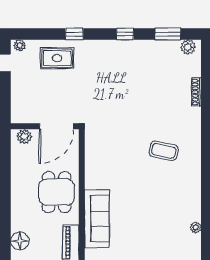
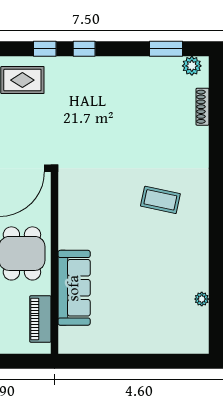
window: (125, 34) -> (84, 49), moved
shoe rack: (196, 92) -> (203, 107), moved

